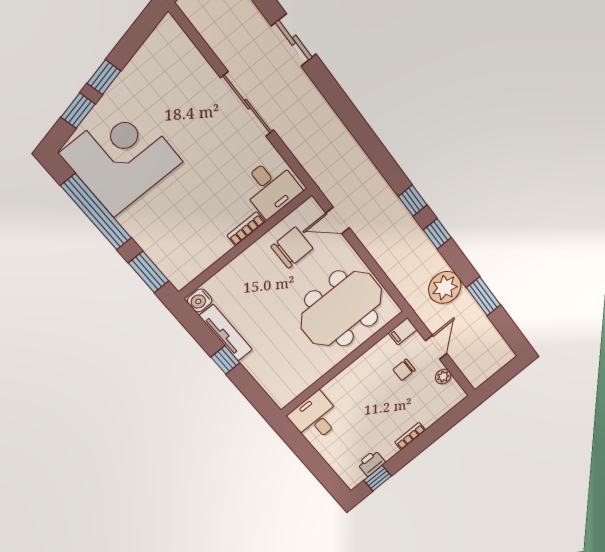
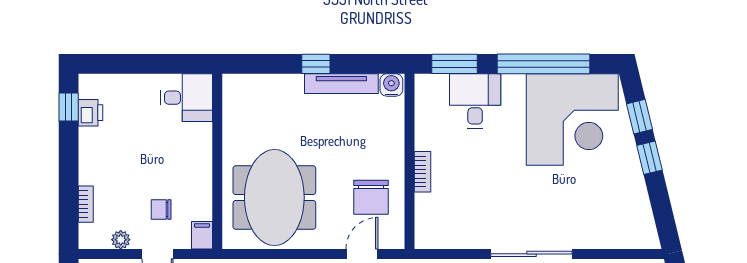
desk: (271, 187) -> (475, 101), moved, turned 90
chair: (404, 370) -> (161, 209), turned -90
bookcase: (410, 436) -> (86, 204), moved

